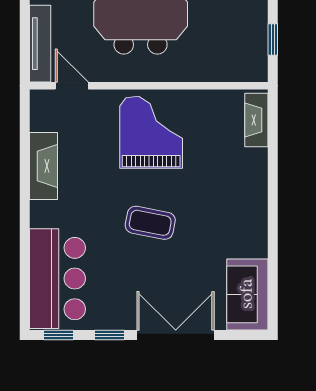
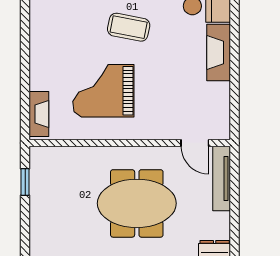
grand piano: (151, 132) -> (103, 91), moved, turned 90
fireplace: (44, 166) -> (219, 52), moved

